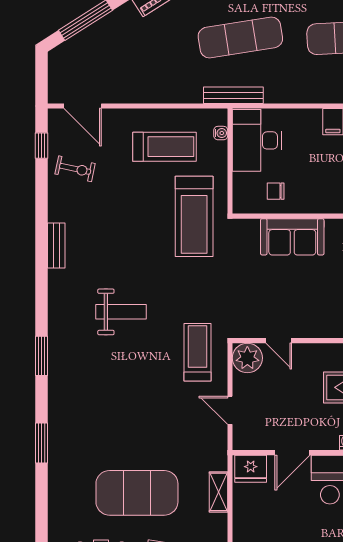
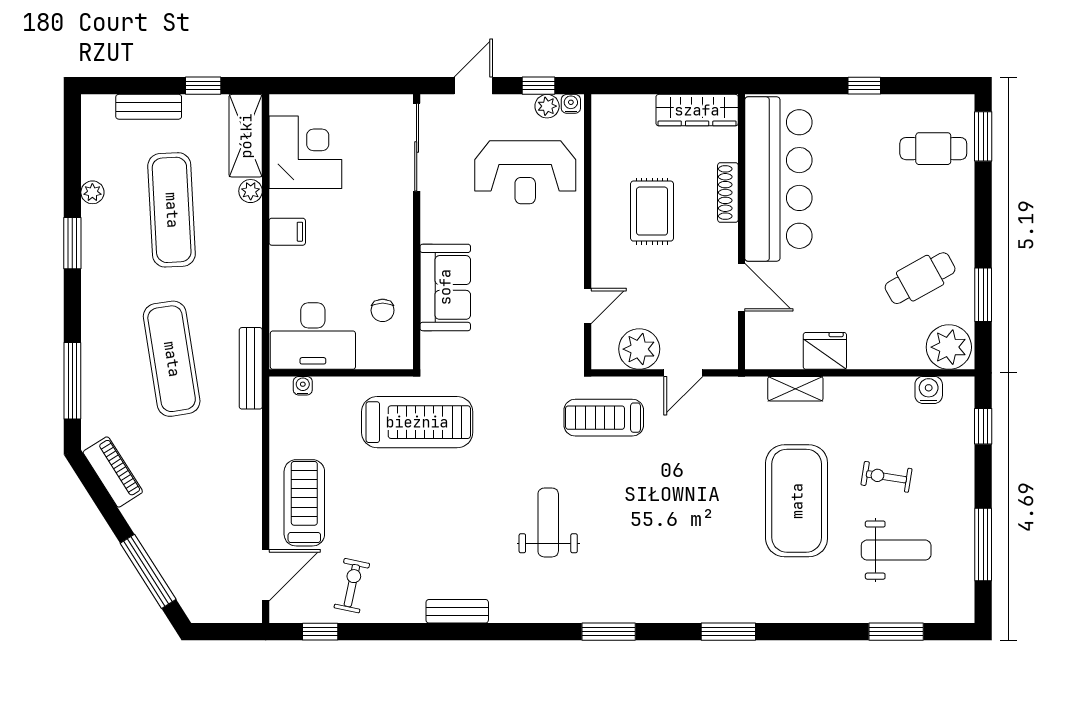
treadmill: (165, 147) -> (304, 503), moved
plant: (247, 358) -> (639, 349), moved
fridge: (251, 469) -> (825, 351), moved, turned -90

